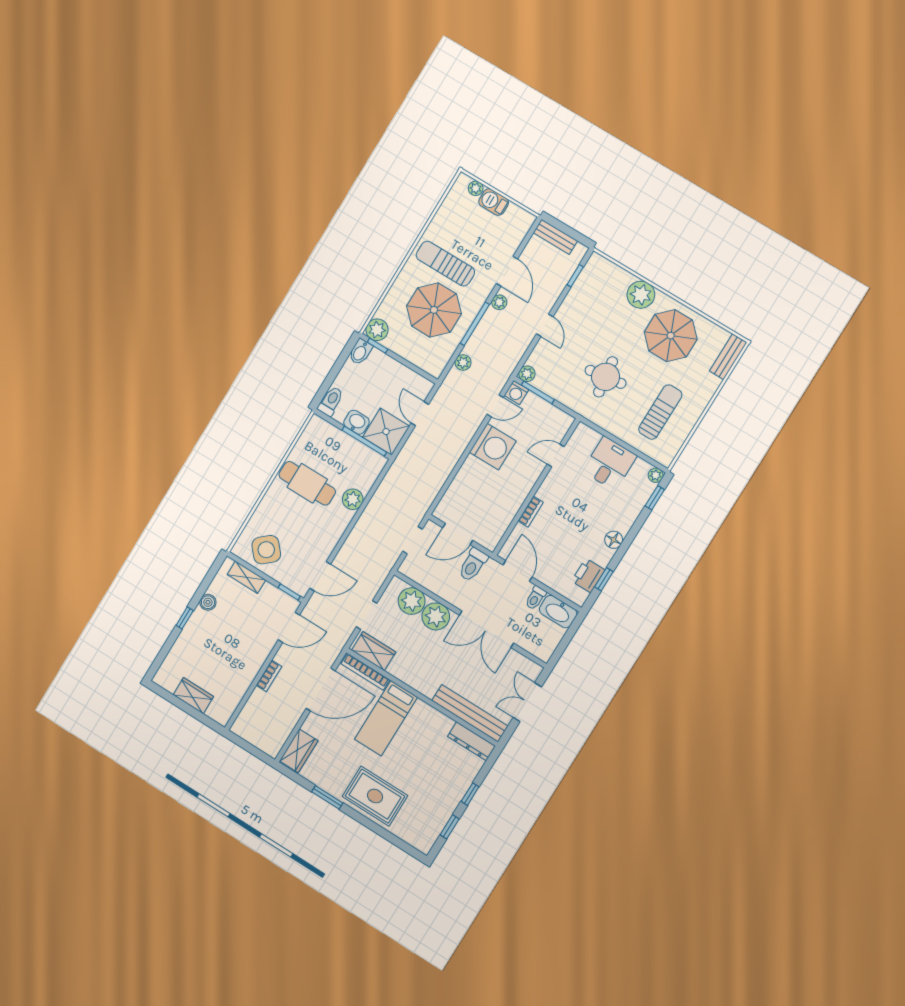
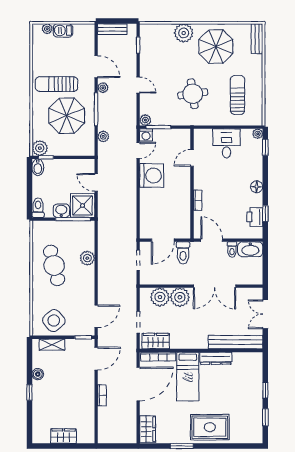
cafe table: (307, 483) -> (54, 265), turned 76
dresser: (471, 741) -> (216, 358), moved

